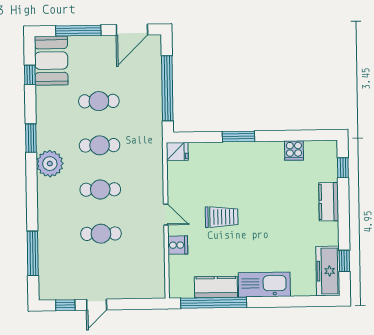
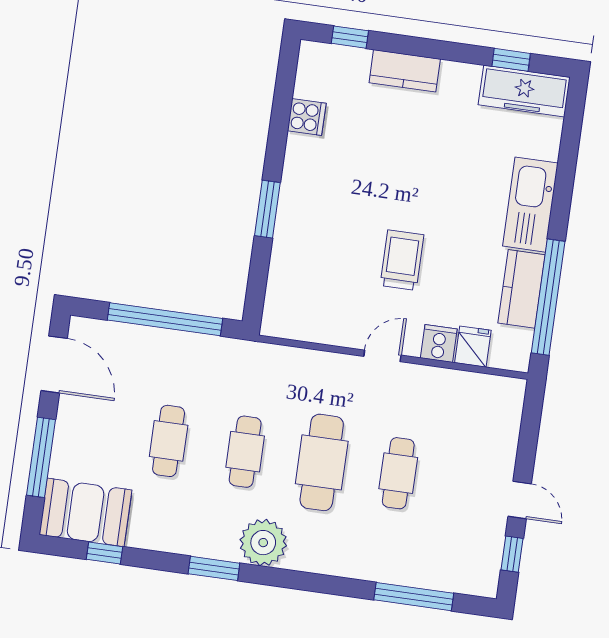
fridge: (177, 151) -> (473, 347), moved
cafe table: (100, 189) -> (322, 462), width x1.37, depth x1.35

